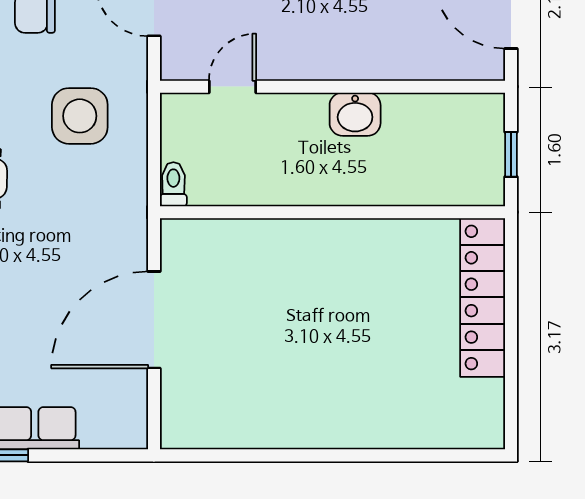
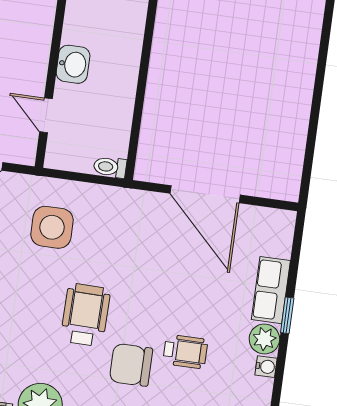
washbasin: (355, 114) -> (73, 64), moved

